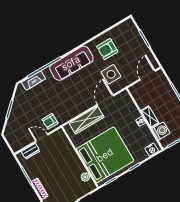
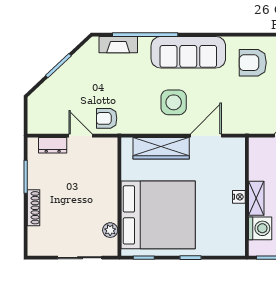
side table: (111, 74) -> (174, 102), moved
nightstand: (152, 150) -> (230, 248), removed

